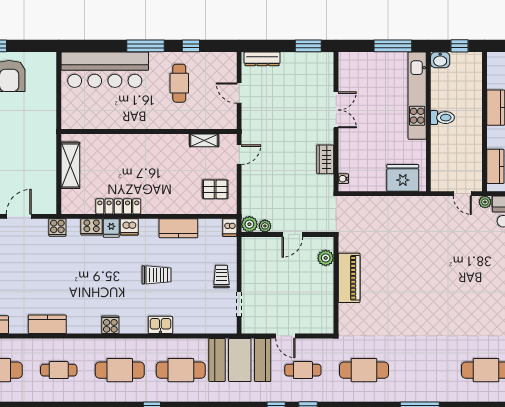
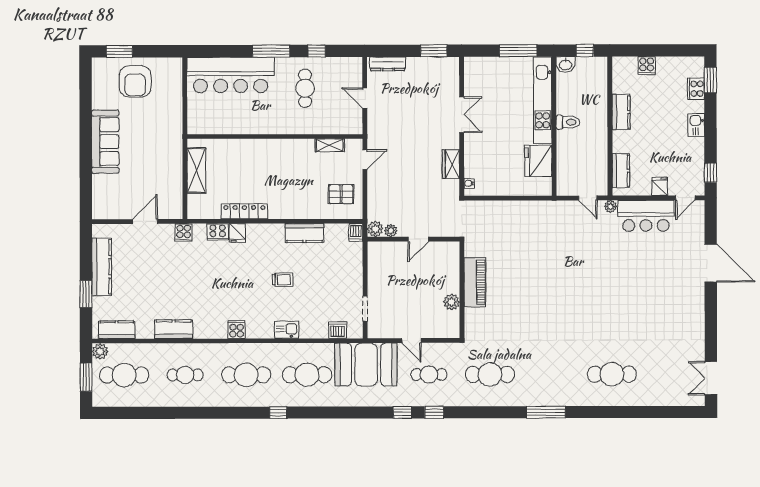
fridge: (403, 178) -> (538, 161), moved, turned -90
dishwasher: (129, 227) -> (337, 330), moved, turned 180
plant: (326, 258) -> (452, 302), moved
trolley: (156, 275) -> (283, 280), width x0.73, depth x0.72
trolley: (221, 277) -> (348, 281), removed

